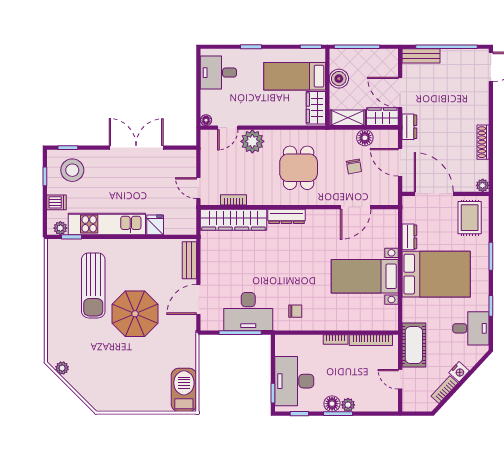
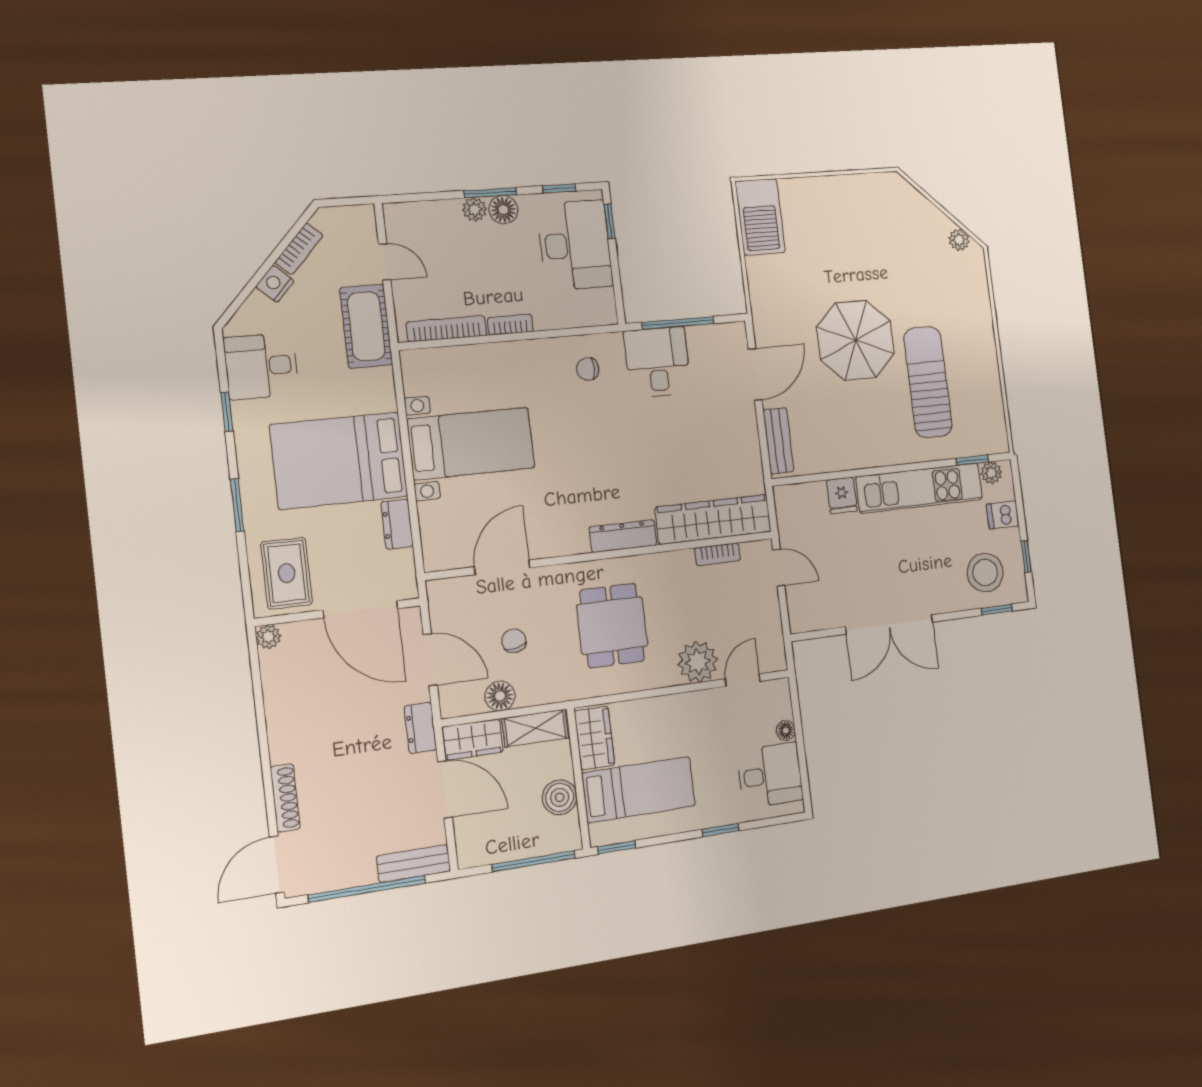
floor lamp: (206, 120) -> (786, 730), moved
shoe rack: (483, 142) -> (285, 798), moved
desk: (248, 311) -> (658, 362), width x0.73

